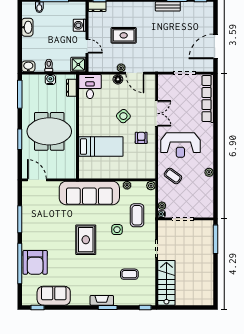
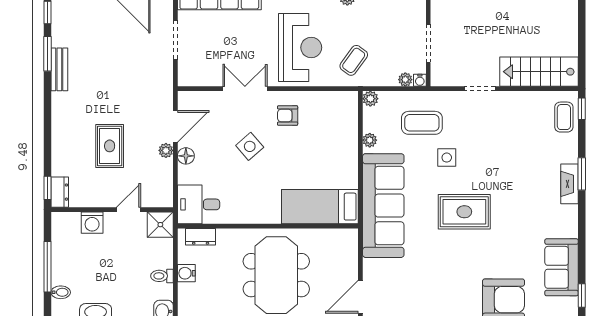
bed: (101, 147) -> (320, 207), moved, turned -90
coffee table: (129, 274) -> (564, 117), moved

